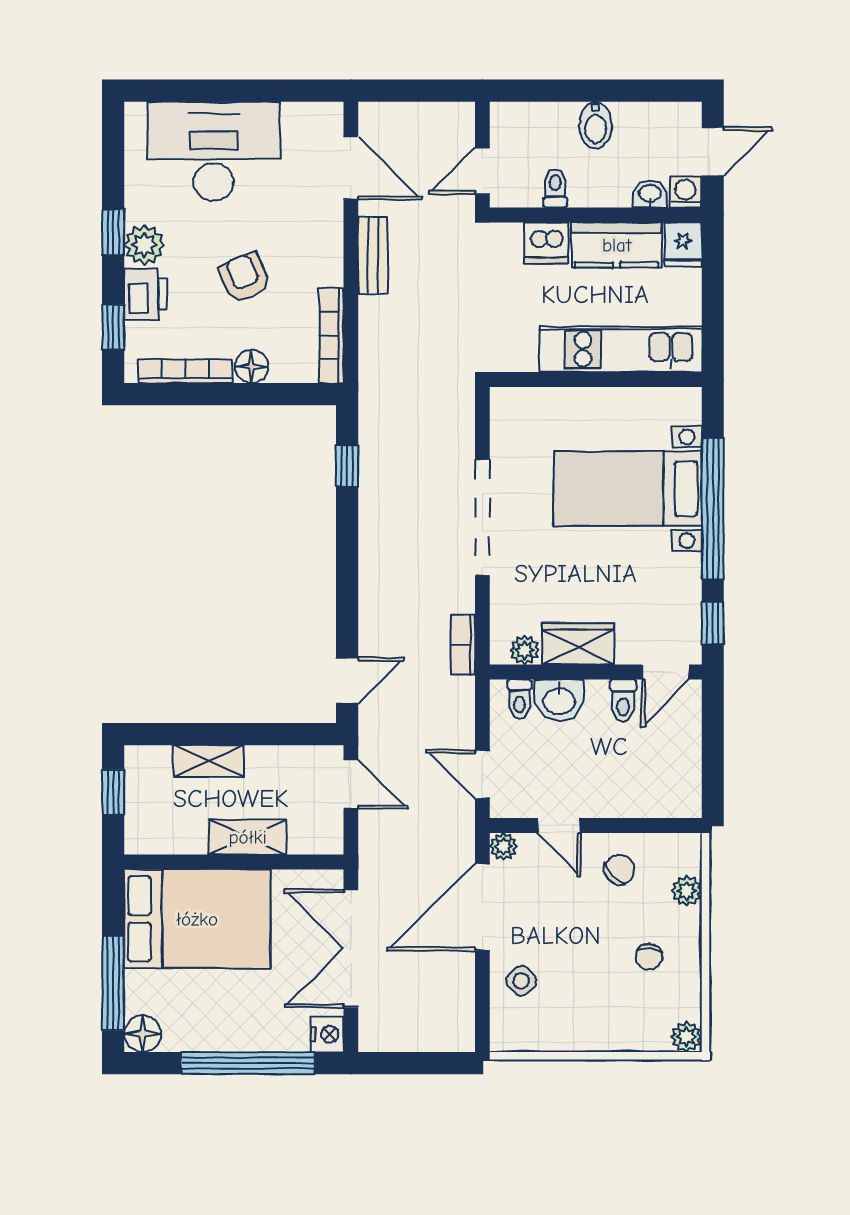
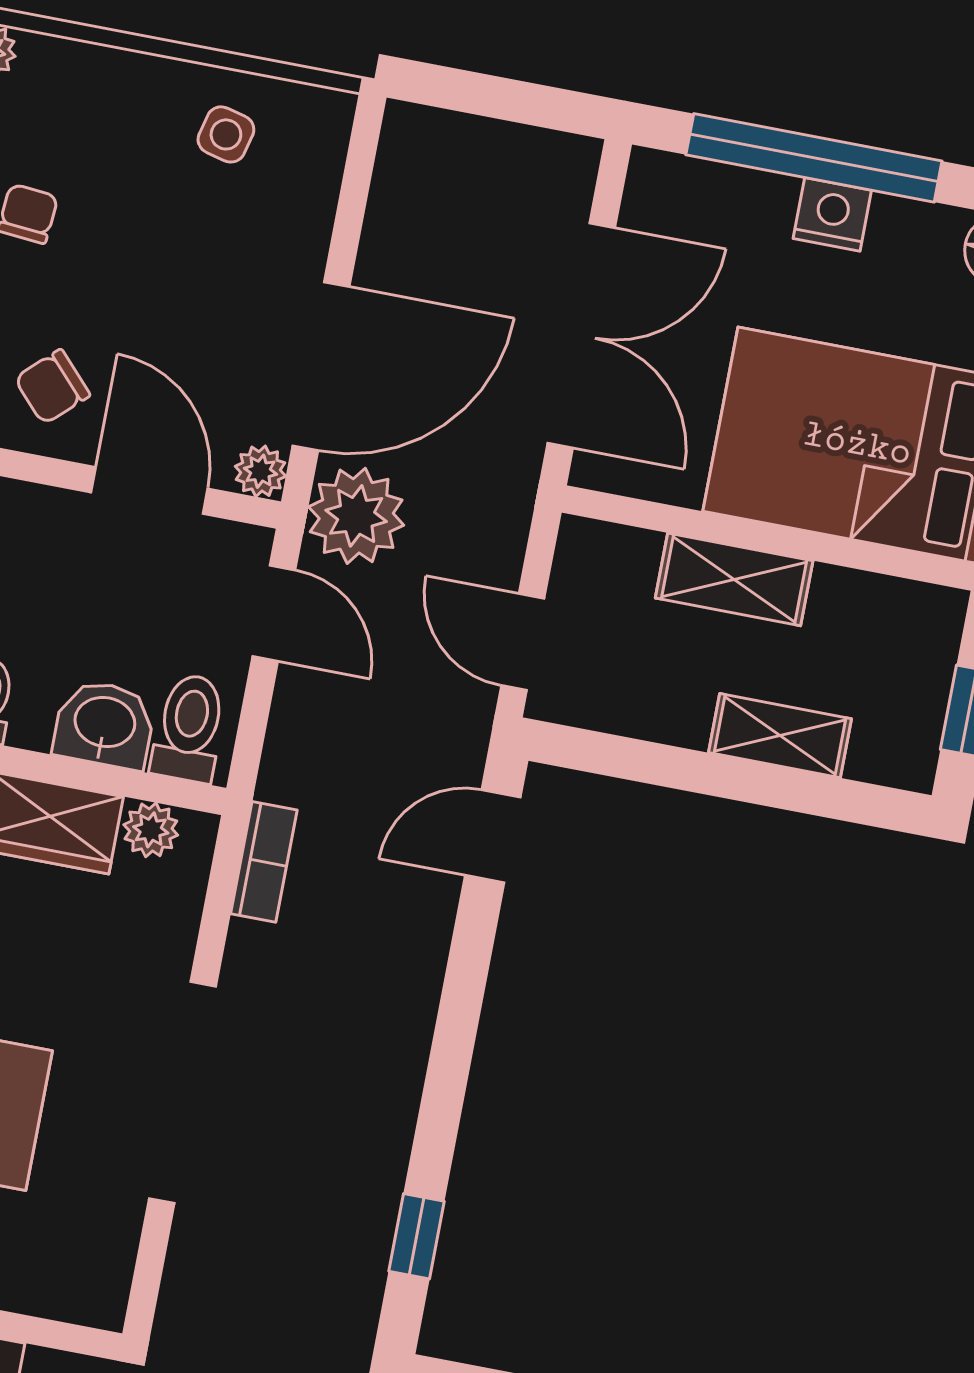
toilet: (519, 699) -> (189, 728), width x1.37, depth x1.39
door: (559, 825) -> (149, 491), width x1.38
plant: (449, 833) -> (356, 516), added
side table: (521, 981) -> (226, 134), moved, turned -34
nightstand: (327, 1034) -> (832, 214), moved, turned 90

